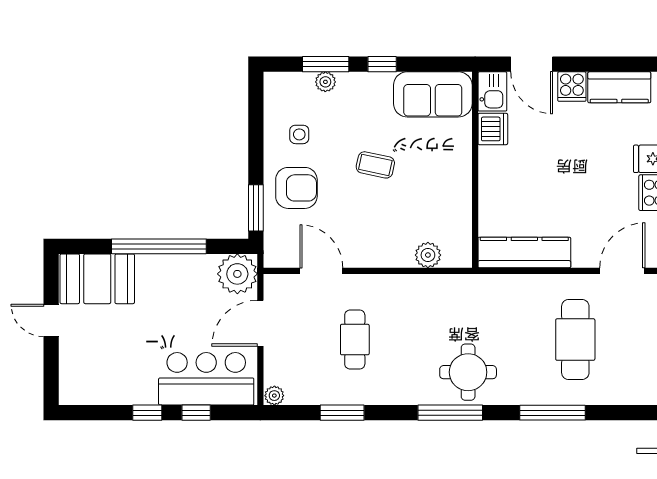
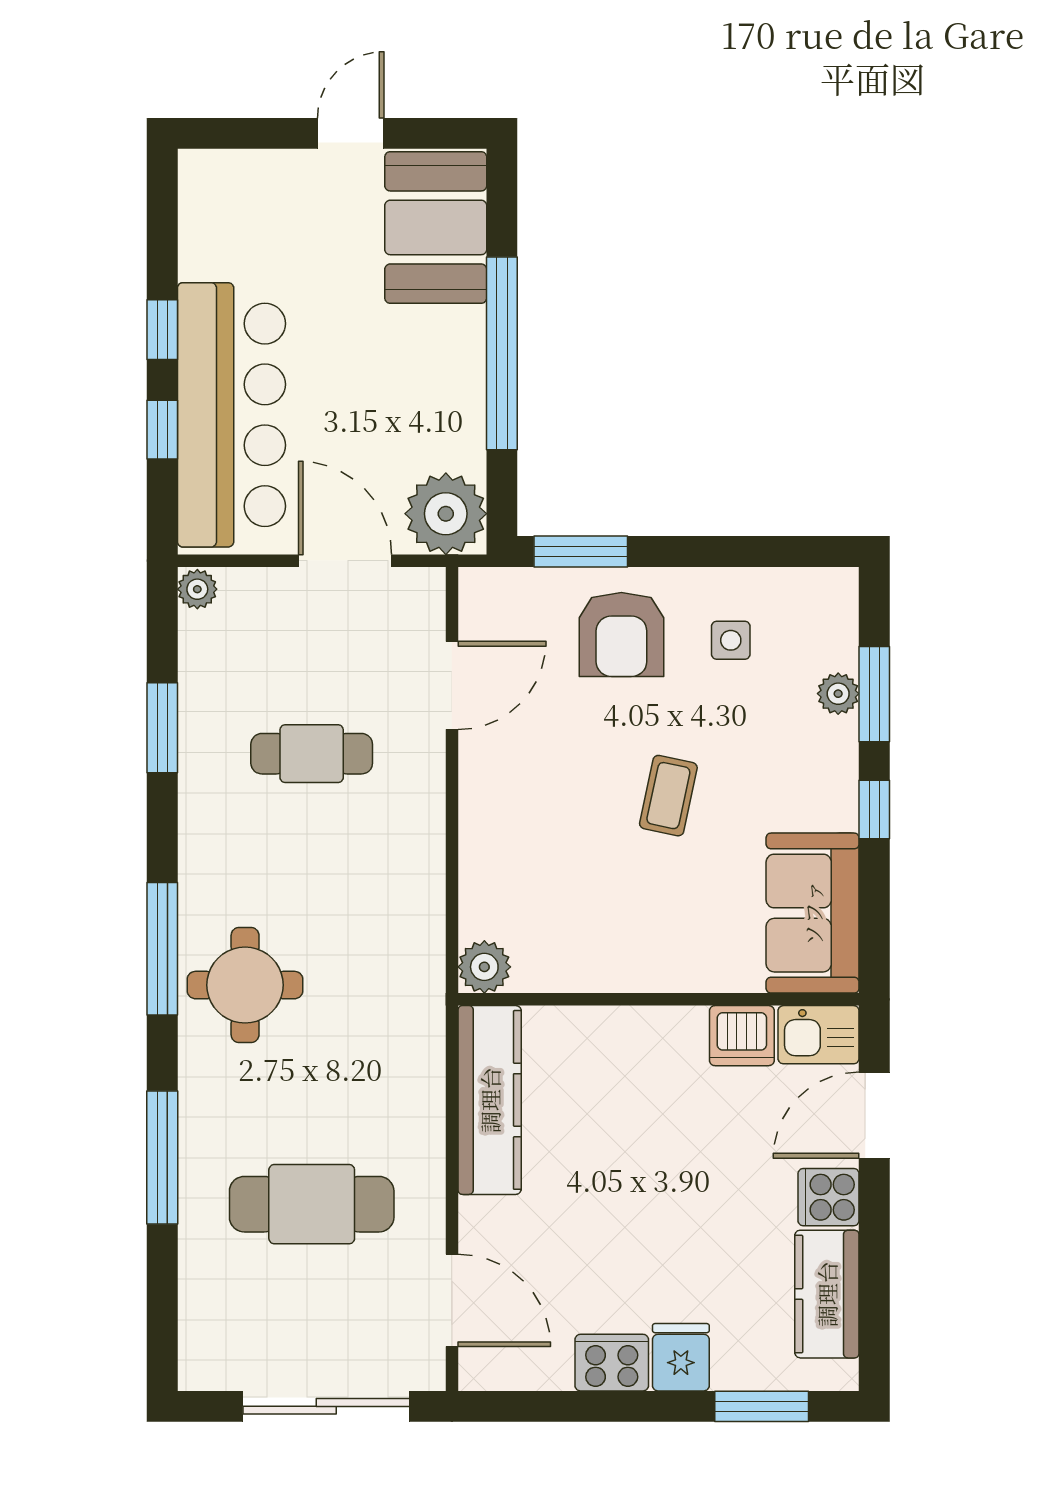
plant: (428, 255) -> (484, 967), moved
bar counter: (206, 379) -> (231, 415), width x1.36

